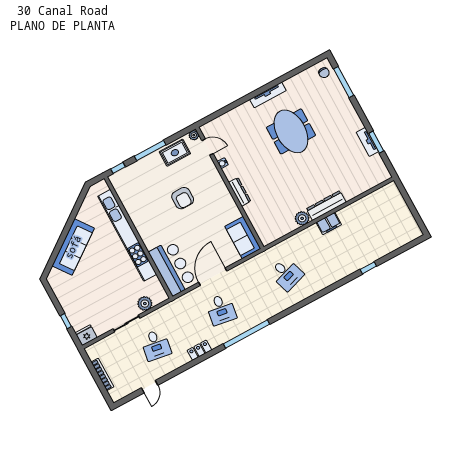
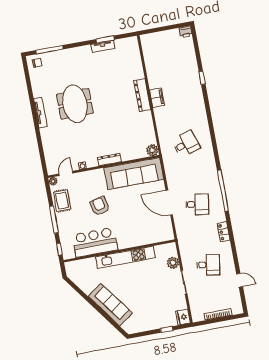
meeting table: (291, 131) -> (75, 104), turned 90
armchair: (183, 198) -> (100, 206), turned -103
plant: (302, 218) -> (152, 150), moved
printer: (415, 232) -> (186, 32), added
kitchen unit: (127, 235) -> (125, 257), width x0.73
sofa: (243, 238) -> (134, 174), width x1.85, depth x1.27
bar counter: (173, 268) -> (95, 242), moved

